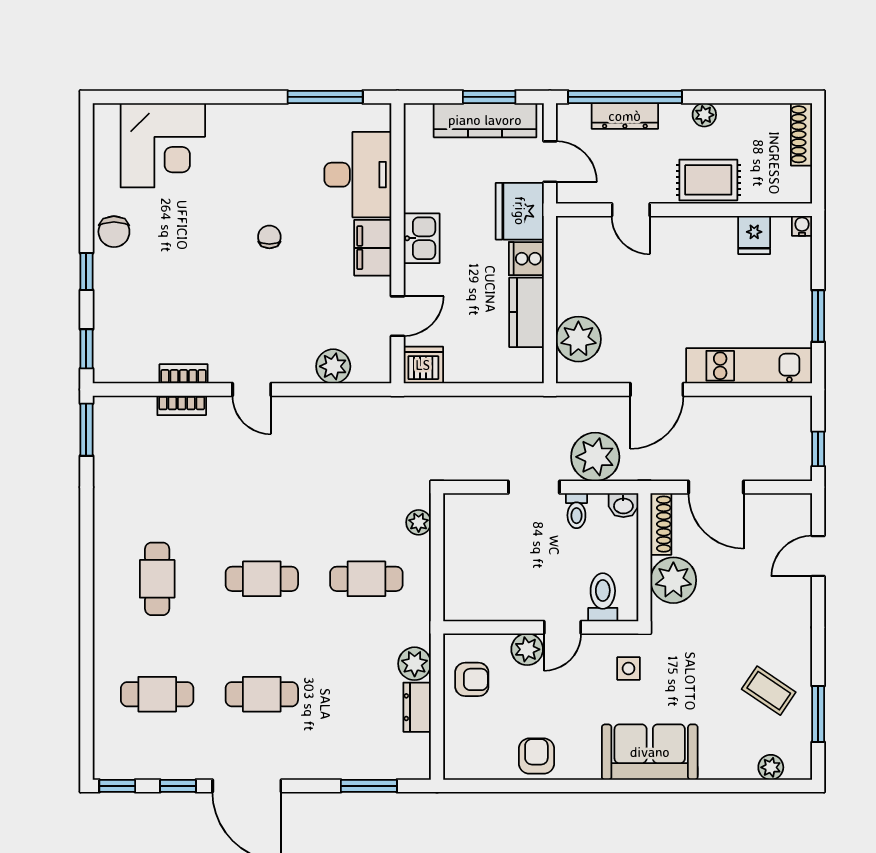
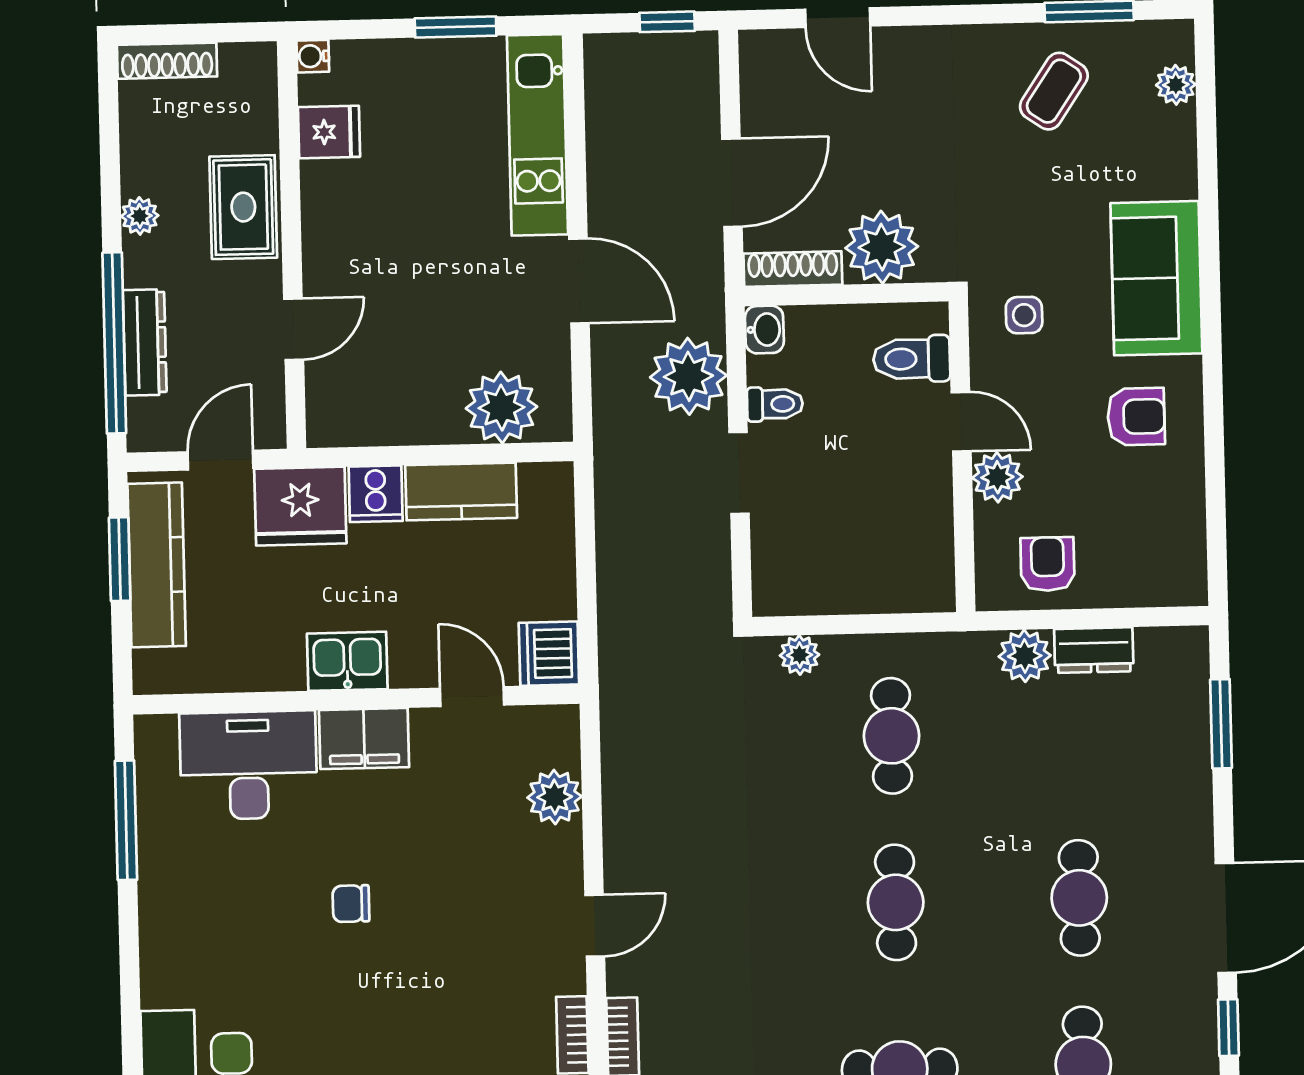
armchair: (536, 756) -> (1136, 417), moved, turned 180

